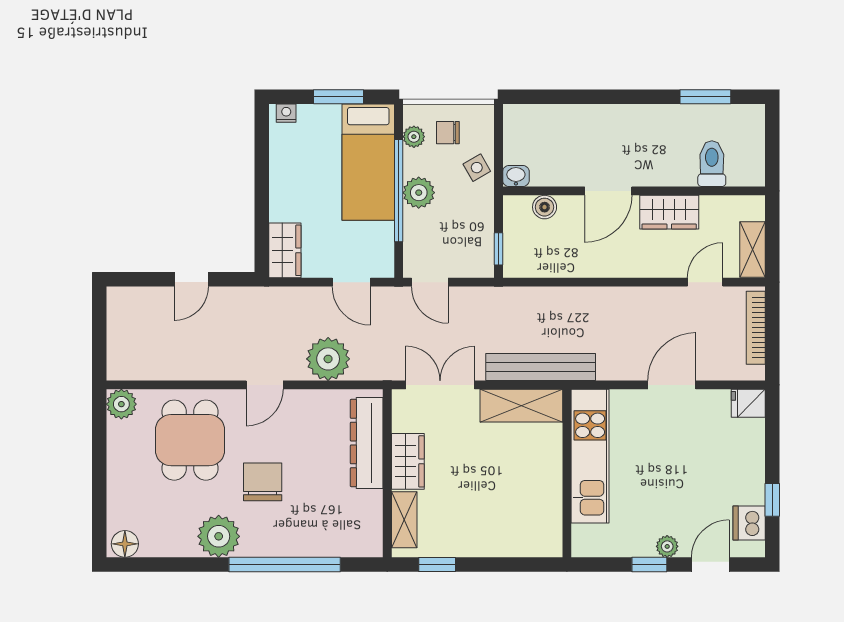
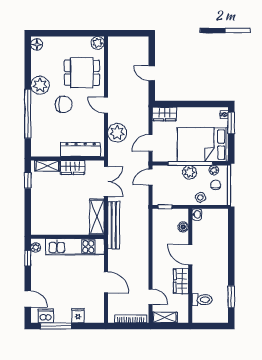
window: (338, 97) -> (231, 123), moved
bed: (368, 162) -> (203, 145), width x1.50
fridge: (748, 403) -> (78, 316), moved
window: (772, 500) -> (56, 326), width x2.17
plant: (667, 546) -> (36, 247), moved
window: (649, 564) -> (28, 258), moved

